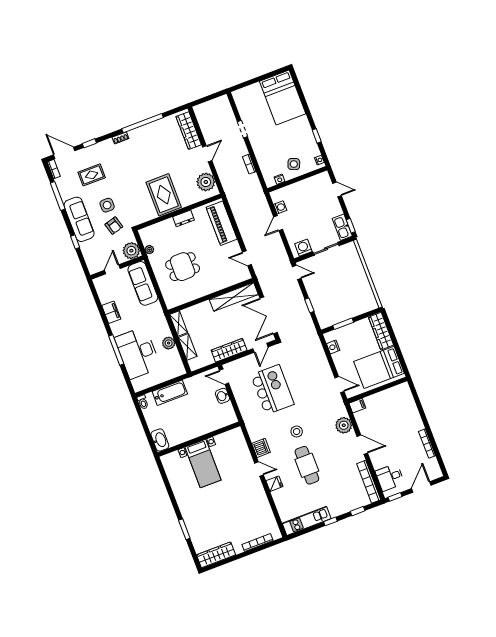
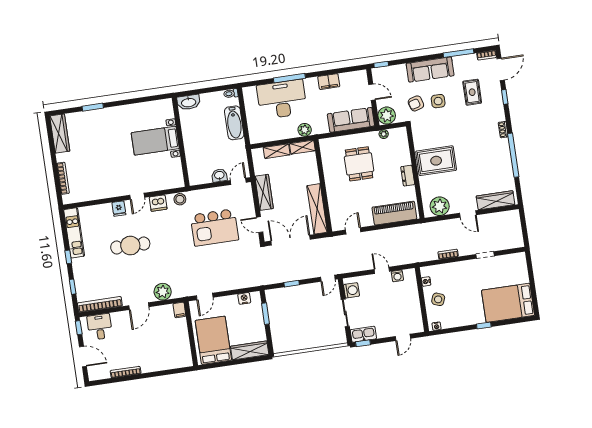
window: (317, 136) -> (484, 325), moved
window: (75, 242) -> (381, 65), moved
plant: (169, 343) -> (305, 130), moved
stool: (297, 432) -> (180, 199), moved

